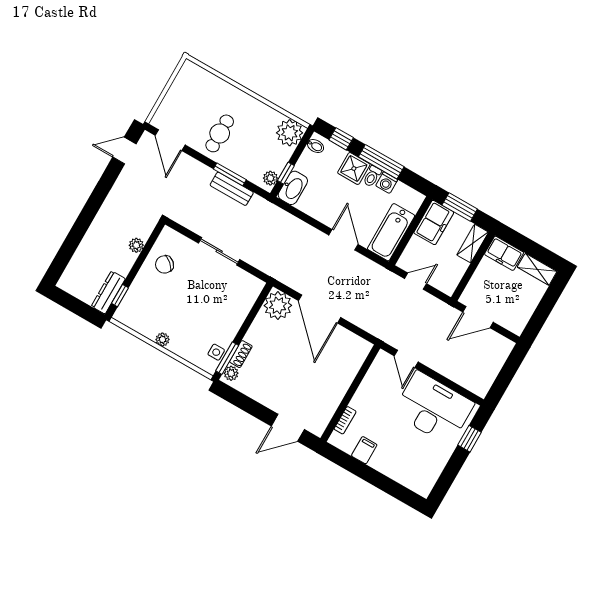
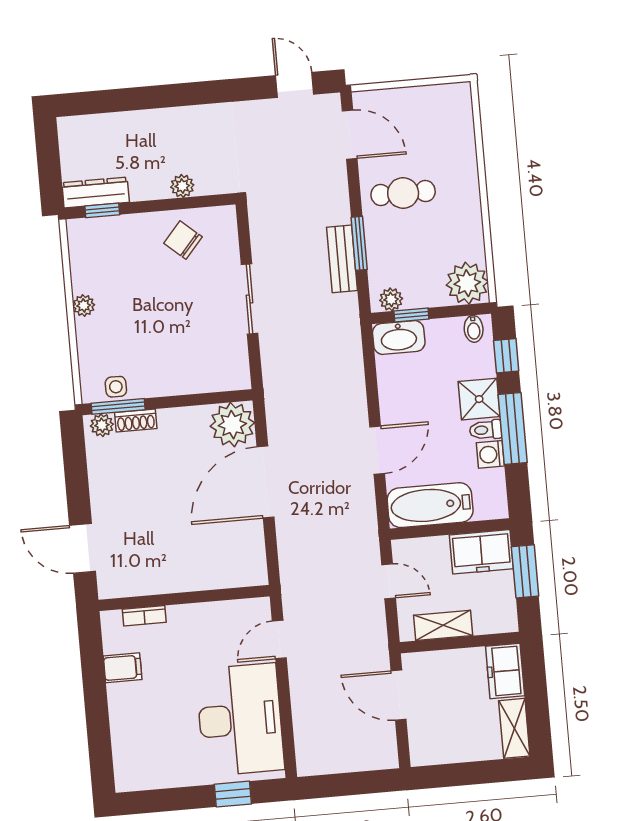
door: (170, 140) -> (350, 135), swing flipped
shelving: (473, 244) -> (443, 625), moved

